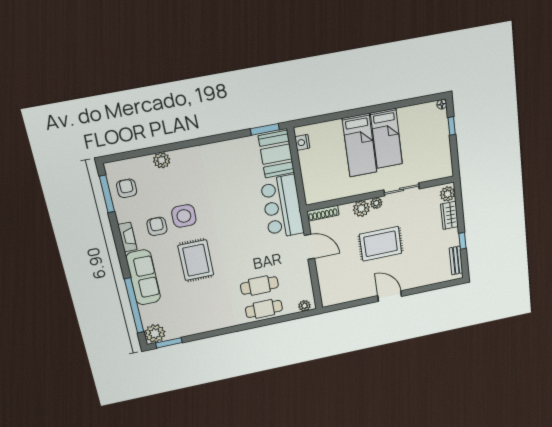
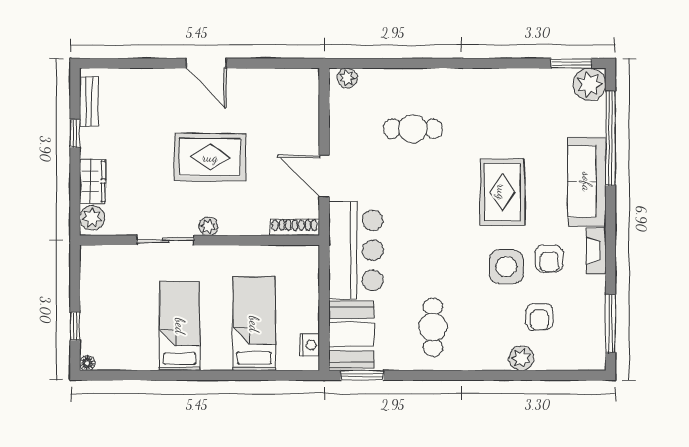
bed: (360, 145) -> (254, 324), moved
armchair: (127, 188) -> (539, 317), moved
plant: (361, 209) -> (233, 222), removed
cafe table: (264, 309) -> (433, 327), moved, turned 90

